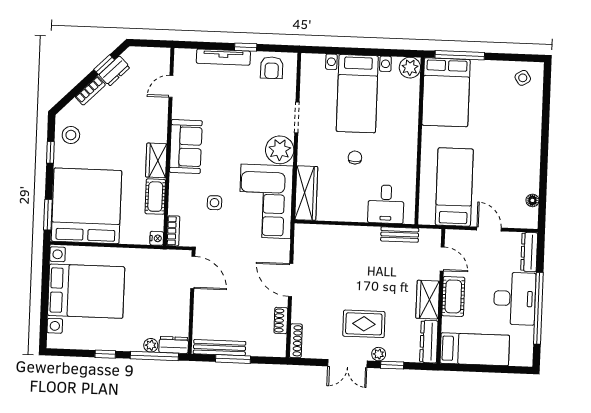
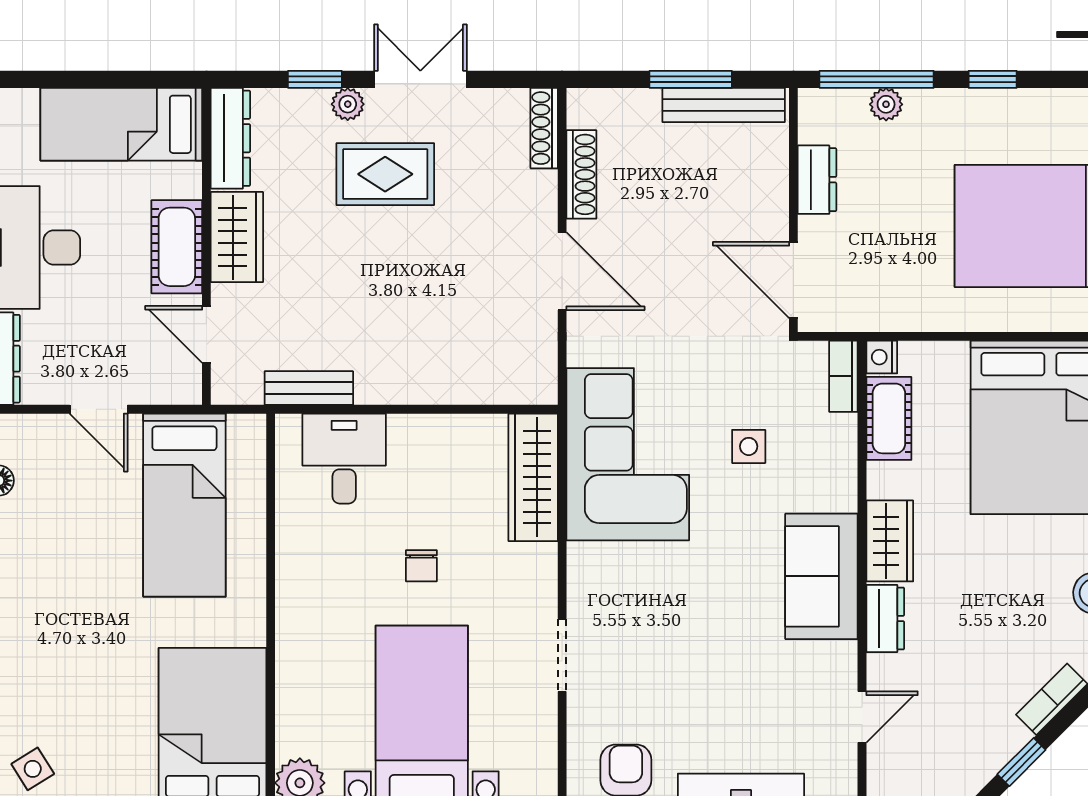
dresser: (114, 71) -> (885, 619), moved, turned 135
plant: (280, 150) -> (600, 577), removed
cot: (155, 197) -> (889, 418), moved
shoe rack: (281, 321) -> (581, 174), width x1.43
dresser: (174, 345) -> (817, 180), moved, turned -90

